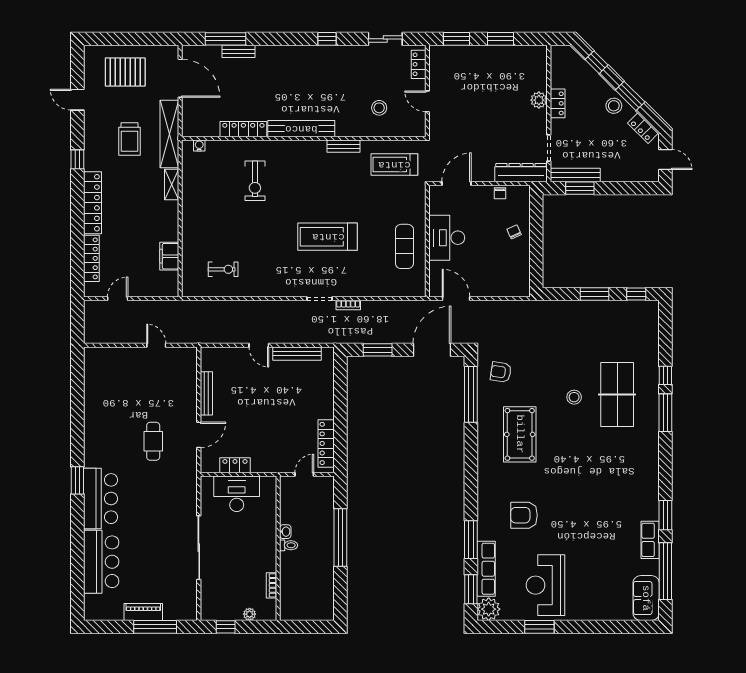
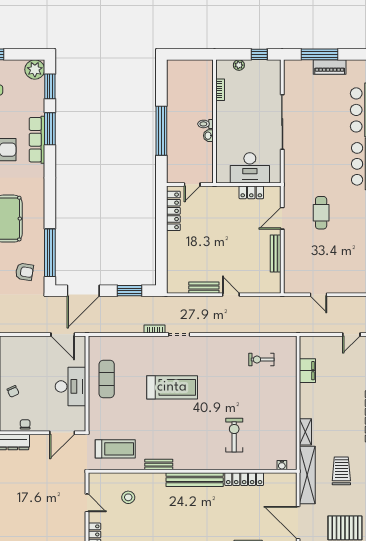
bench: (297, 354) -> (204, 288), width x0.73
row of seats: (486, 569) -> (37, 140), moved

